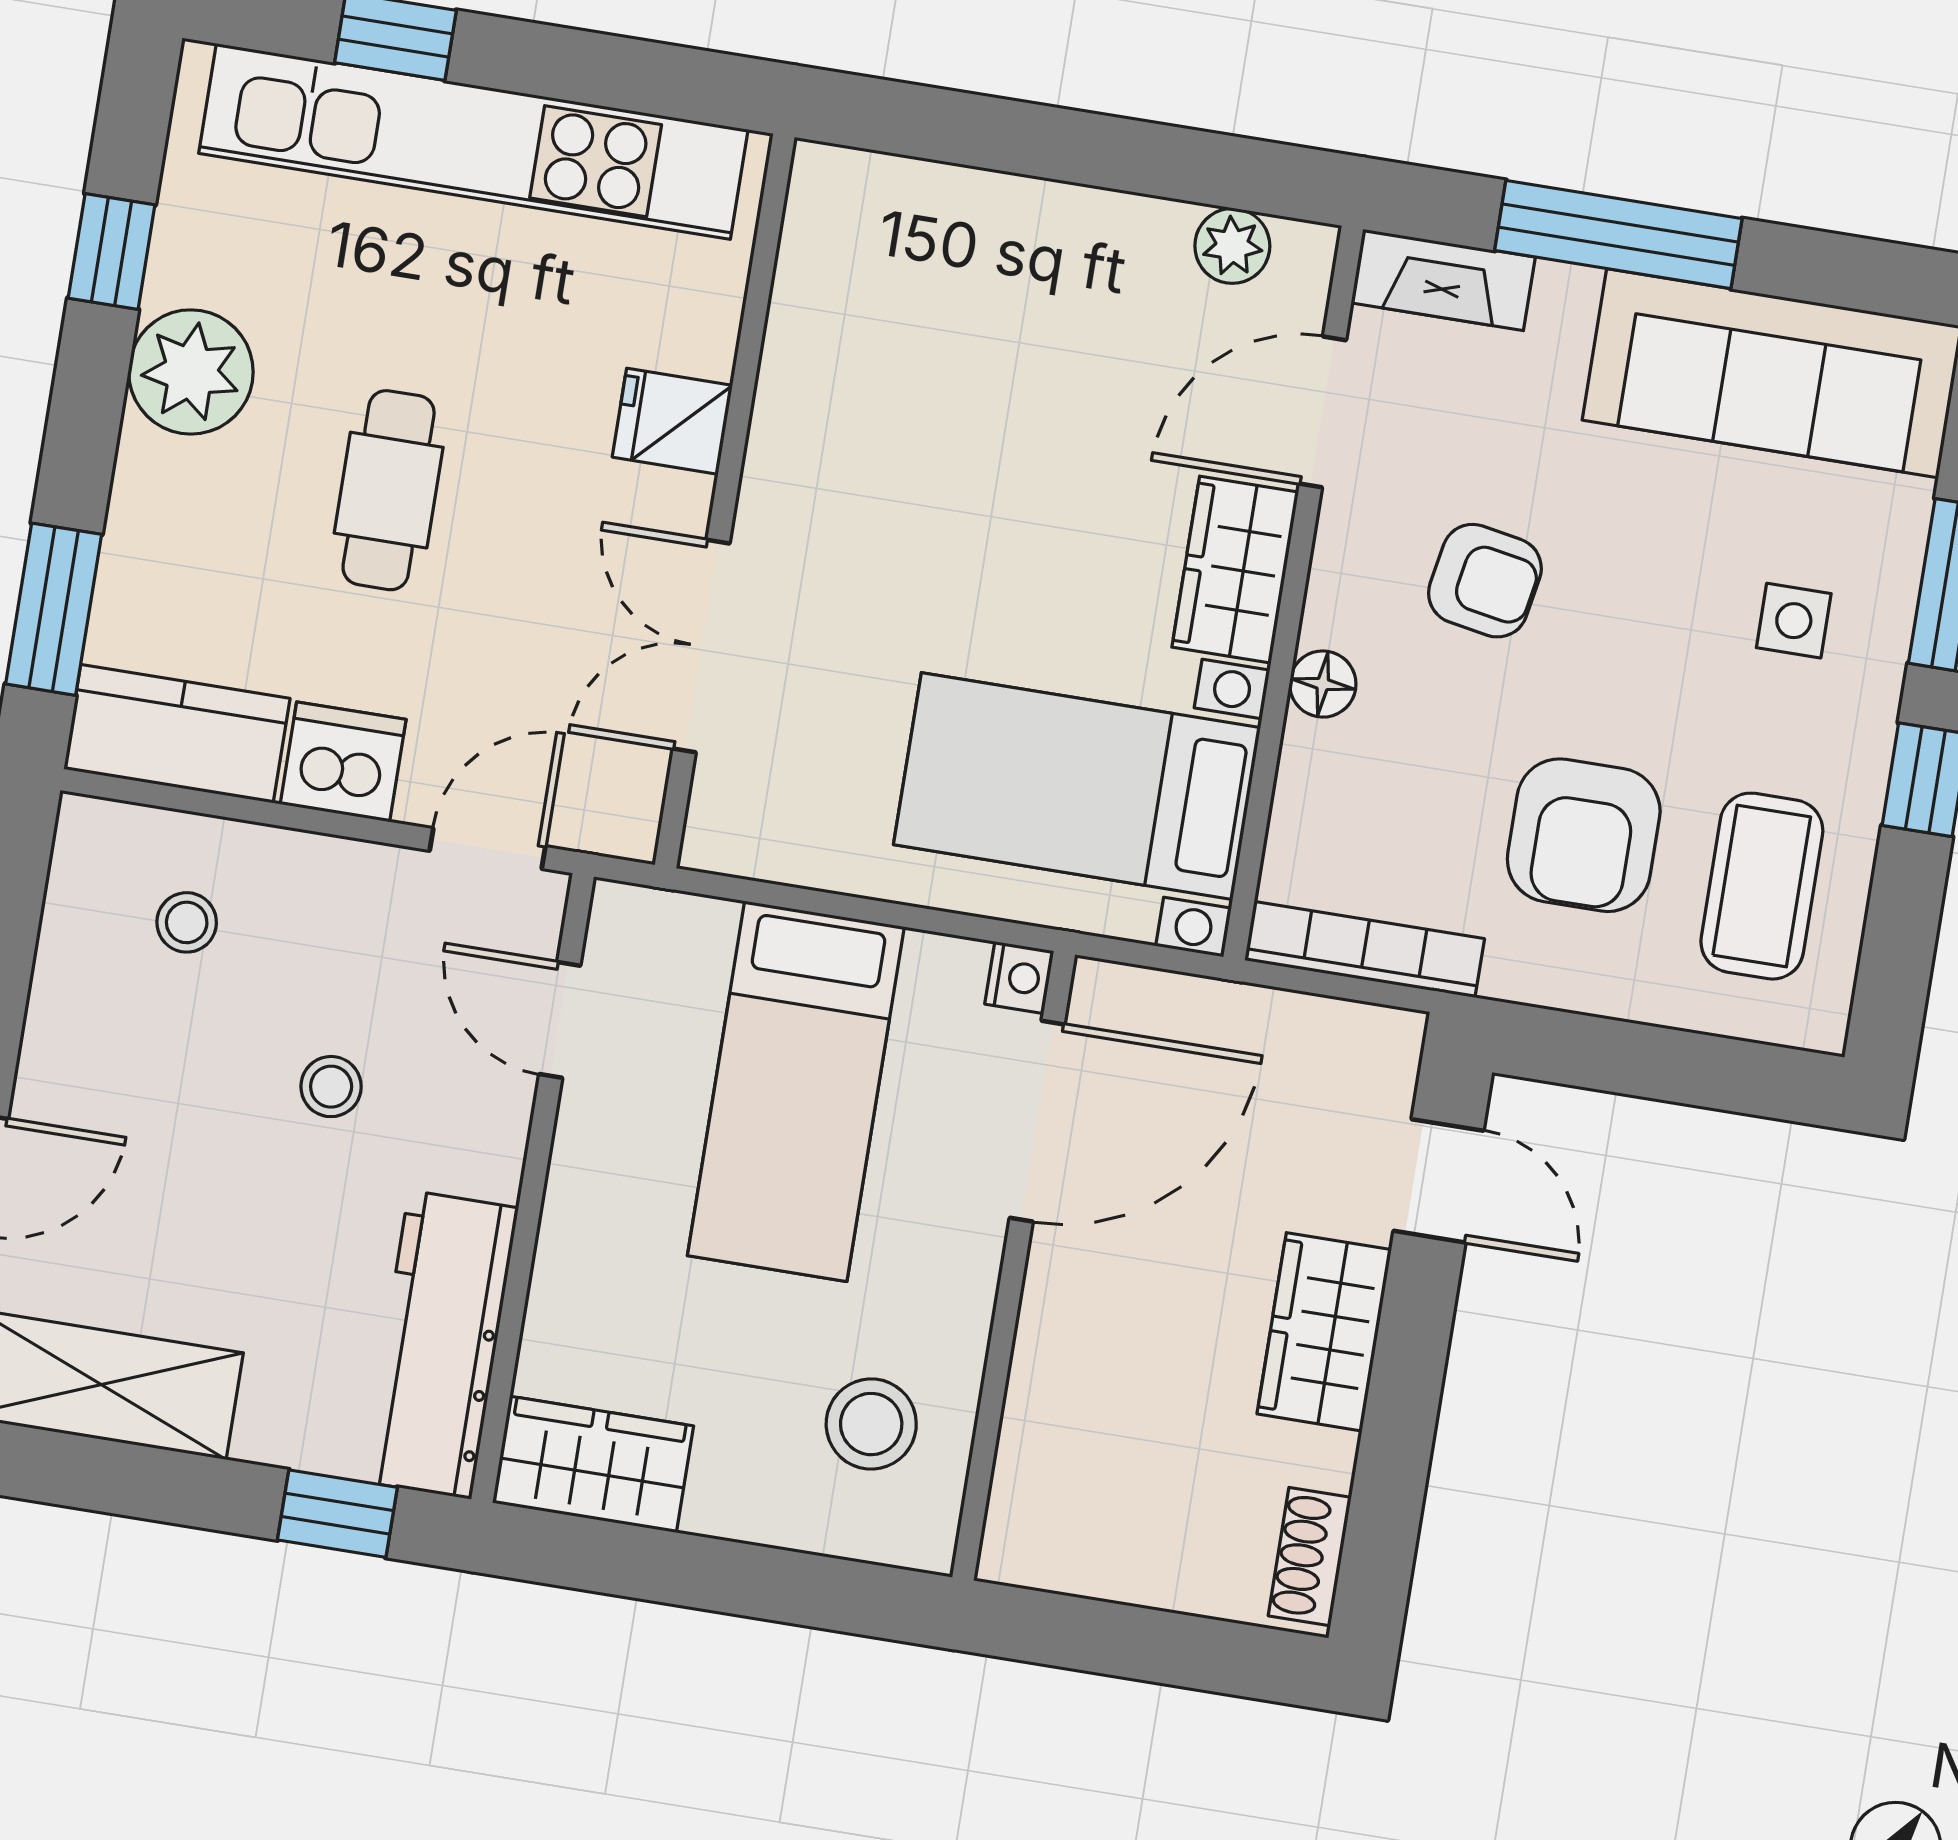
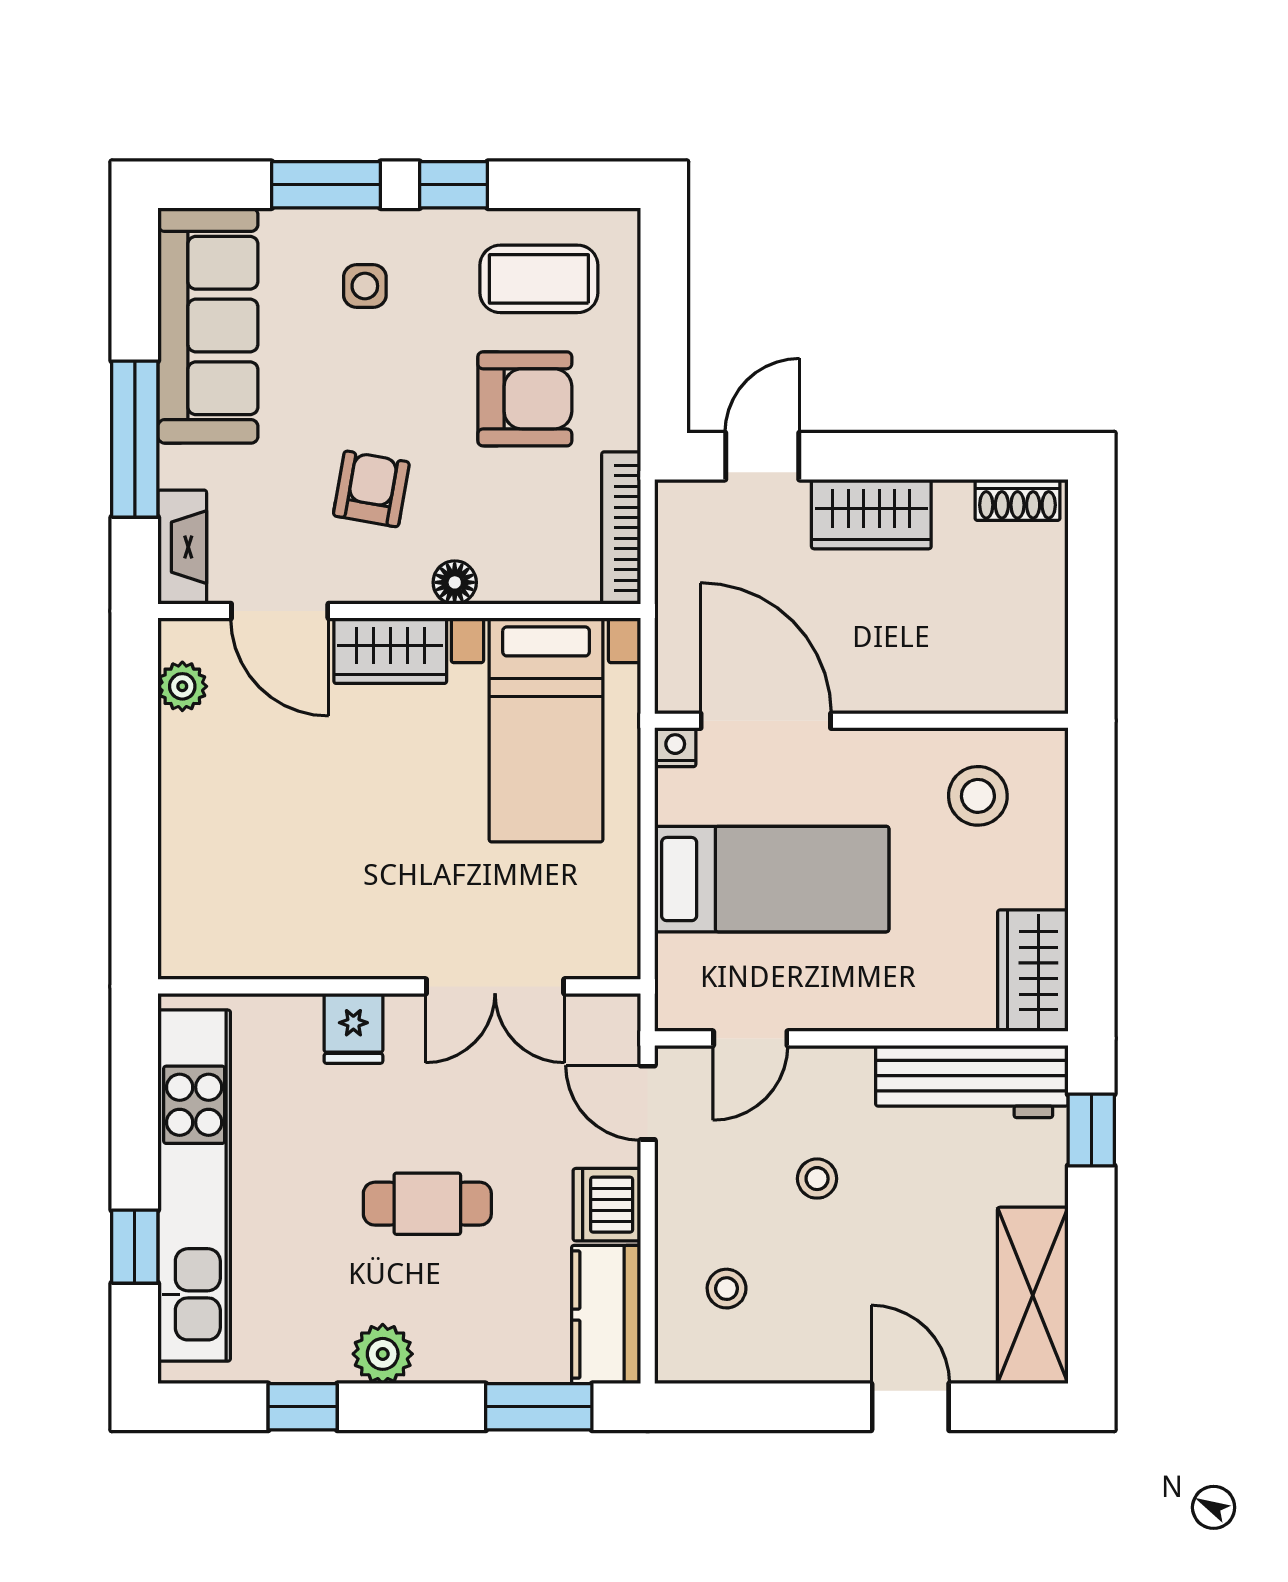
plant: (191, 372) -> (383, 1354), width x0.73, depth x0.73

